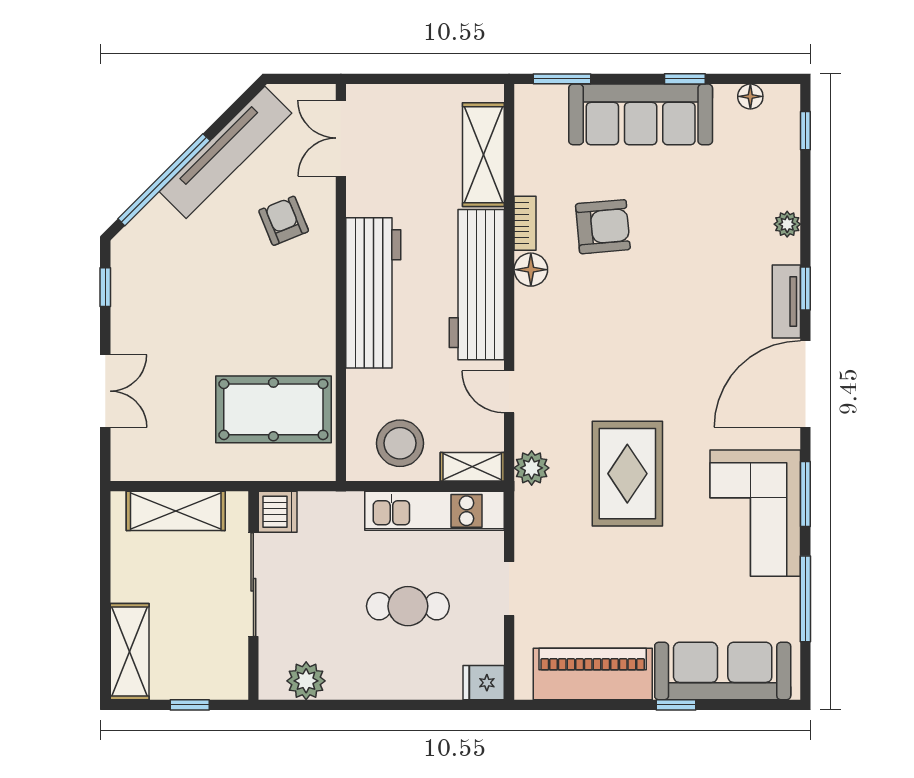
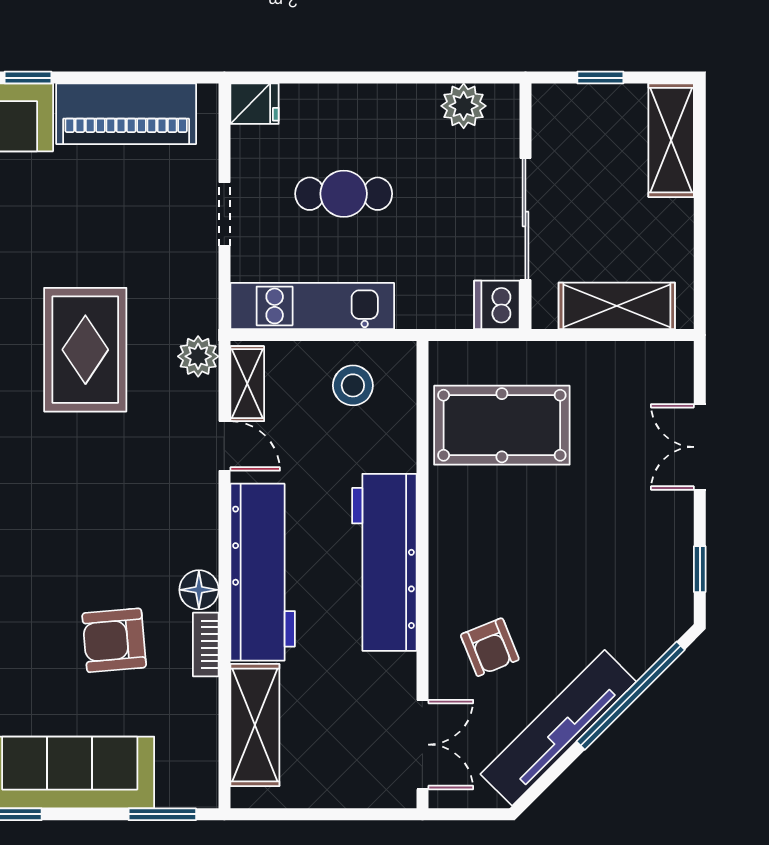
stool: (400, 443) -> (353, 385), width x0.73, depth x0.73
shelving: (472, 467) -> (247, 384), moved, turned 90

